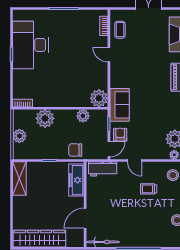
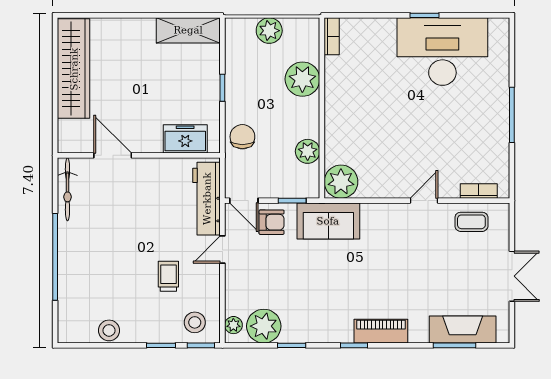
workbench: (103, 169) -> (207, 199), width x1.38
freezer: (76, 180) -> (185, 139), width x0.71

